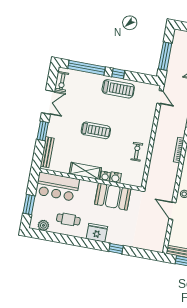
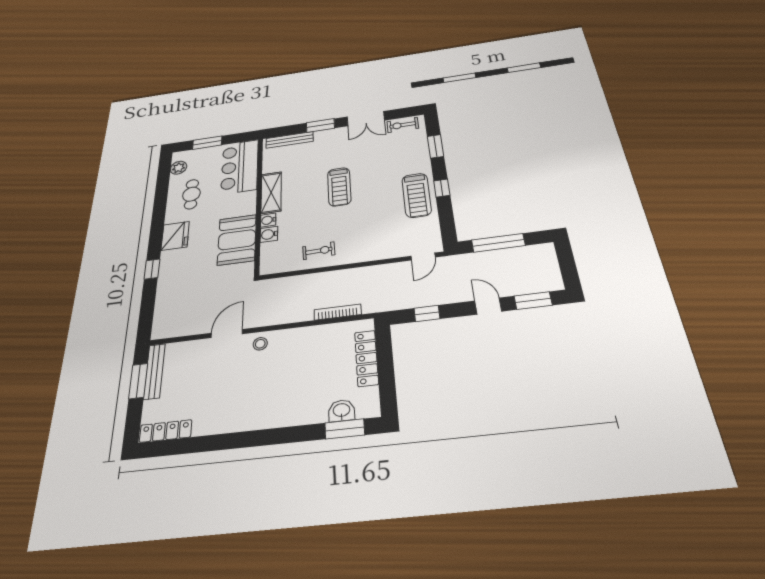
window: (86, 68) -> (435, 146), width x0.47

